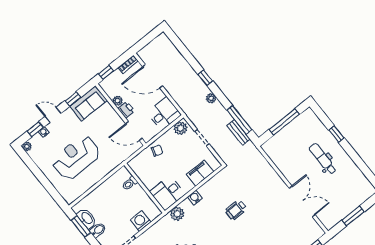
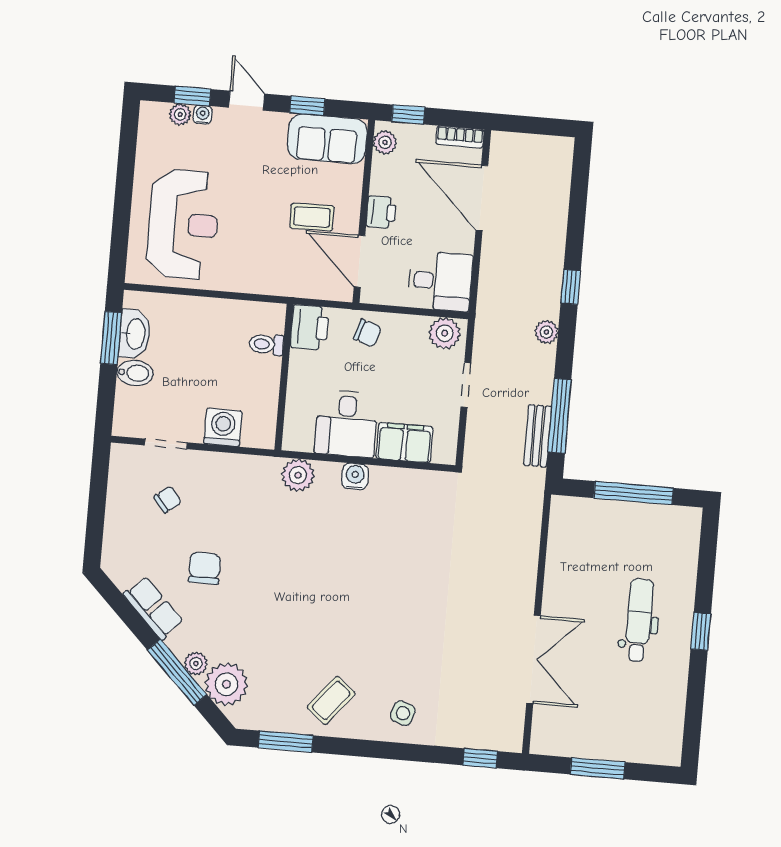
plant: (118, 101) -> (385, 142), moved
coffee table: (106, 131) -> (312, 217), added
window: (336, 134) -> (701, 631), moved
plant: (27, 146) -> (180, 114), moved
reception desk: (76, 157) -> (183, 224), moved, turned 90
printer: (138, 166) -> (310, 327), added
desk: (168, 193) -> (346, 424), moved, turned -90
wheelchair: (236, 210) -> (406, 565), removed

